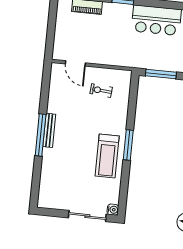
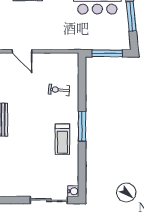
exercise bike: (101, 90) -> (59, 90), moved
treadmill: (107, 156) -> (62, 139), width x0.73, depth x0.73

